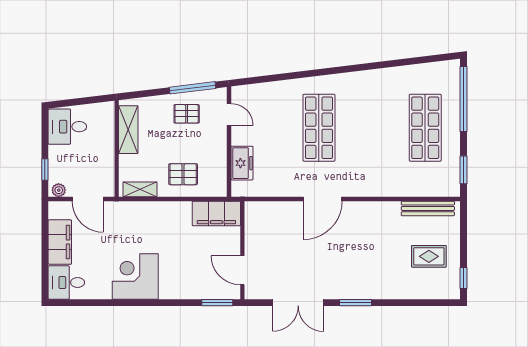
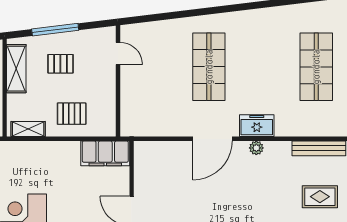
window: (192, 88) -> (55, 30), moved
pallet: (187, 114) -> (60, 64), moved
freezer: (242, 163) -> (257, 126), moved, turned -90
plant: (366, 208) -> (256, 148), added

